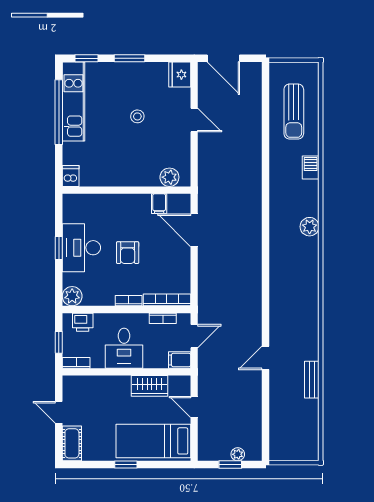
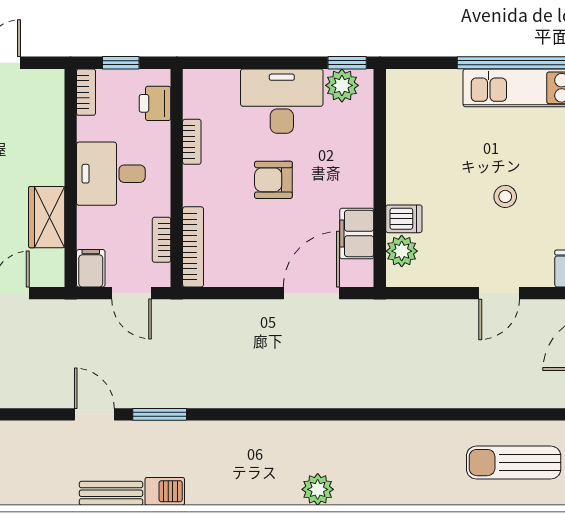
barbecue: (311, 167) -> (165, 491), moved
dishwasher: (71, 176) -> (404, 219), moved
filing cabinet: (159, 204) -> (357, 234), width x2.00
window: (59, 248) -> (347, 63), moved
plant: (72, 296) -> (342, 85), moved
bookcase: (129, 301) -> (192, 142), moved
window: (265, 320) -> (160, 414), added
bench: (312, 380) -> (111, 493), moved

